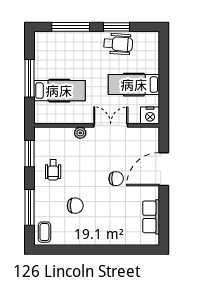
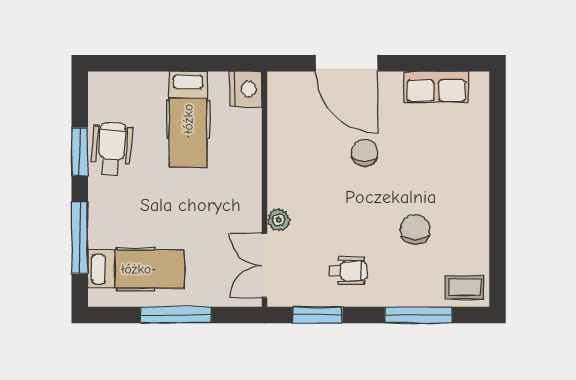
hospital bed: (59, 91) -> (136, 269), moved, turned 90
double door: (111, 125) -> (265, 266), moved

